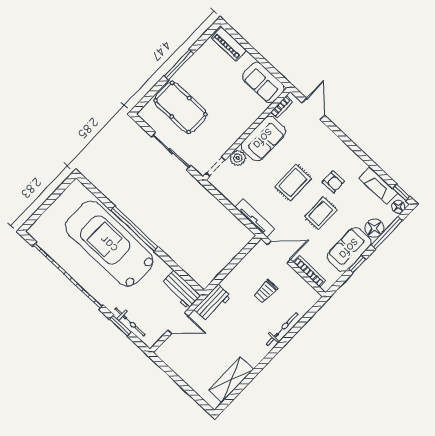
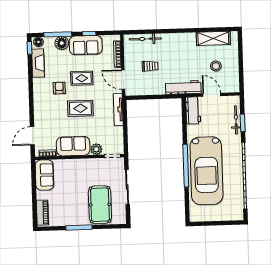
workbench: (213, 303) -> (183, 87), width x1.37
bicycle: (282, 329) -> (145, 39), moved
stool: (202, 355) -> (216, 66), added

